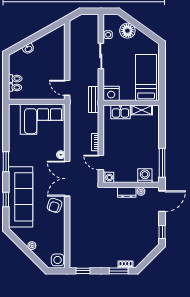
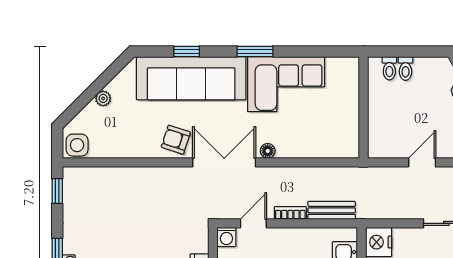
door: (67, 88) -> (422, 162), moved
bench: (94, 100) -> (332, 210), moved
corner sofa: (42, 119) -> (286, 84), moved, turned -90

